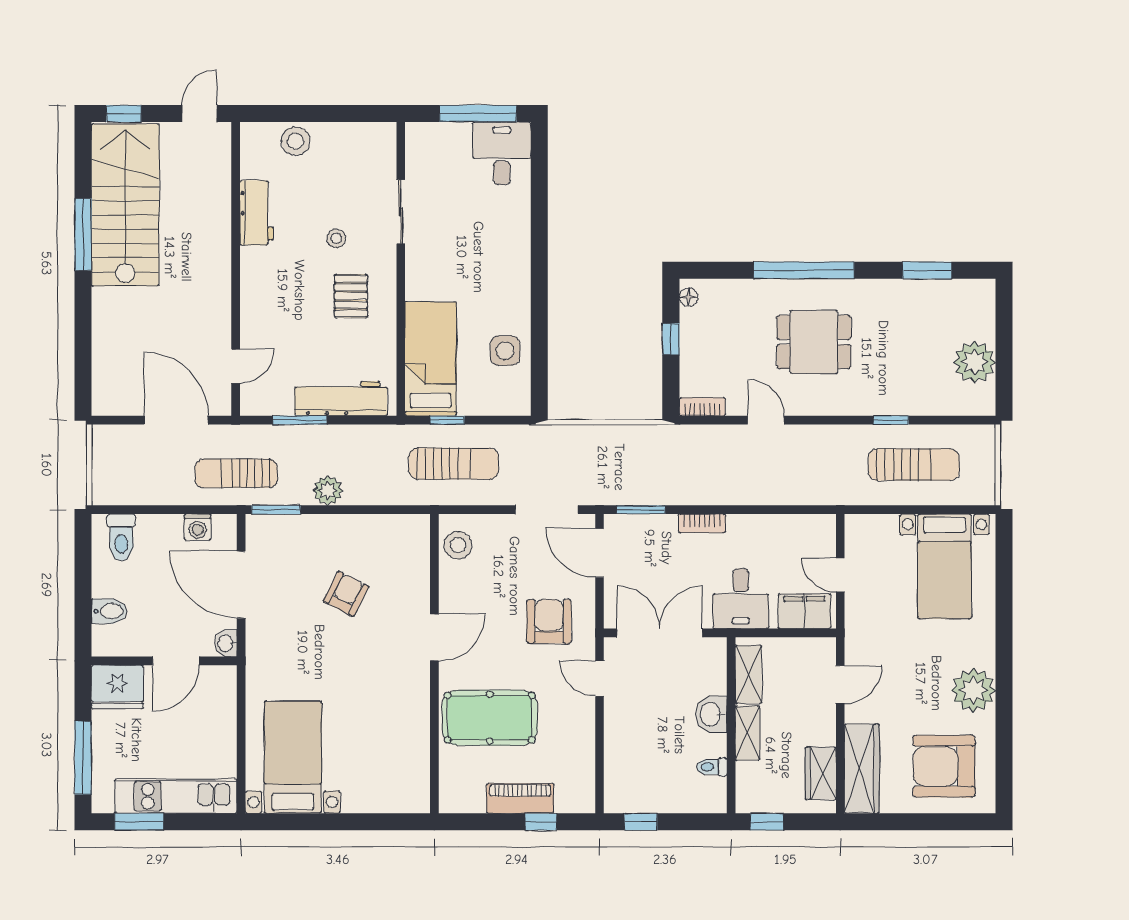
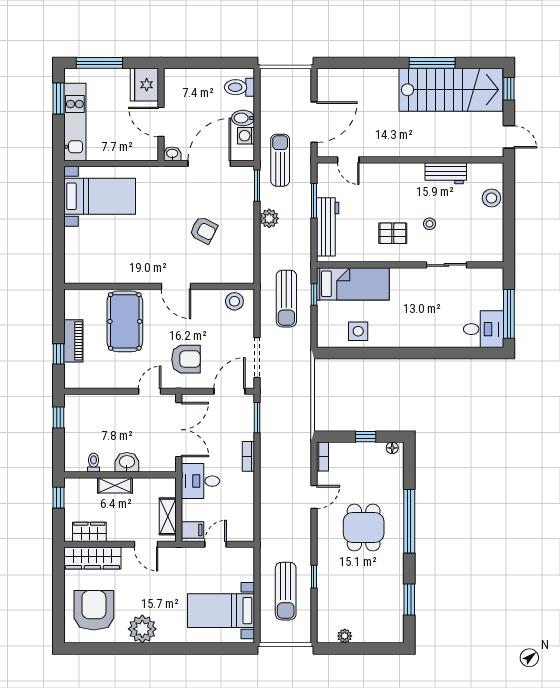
plant: (975, 362) -> (345, 636), width x0.53, depth x0.53
bidet: (109, 611) -> (243, 118), moved, turned 90
filing cabinet: (805, 611) -> (193, 530), width x0.50
shelving: (748, 674) -> (168, 516), moved, turned 90

